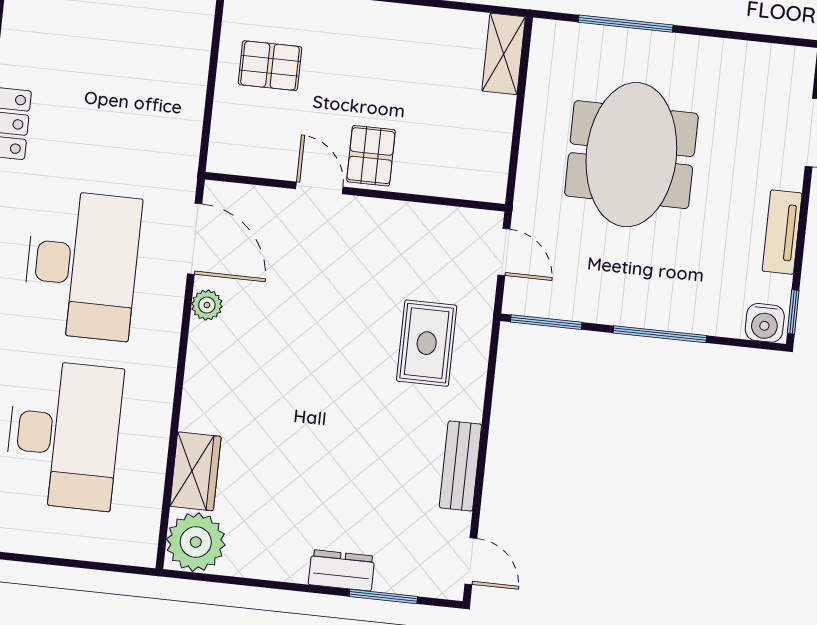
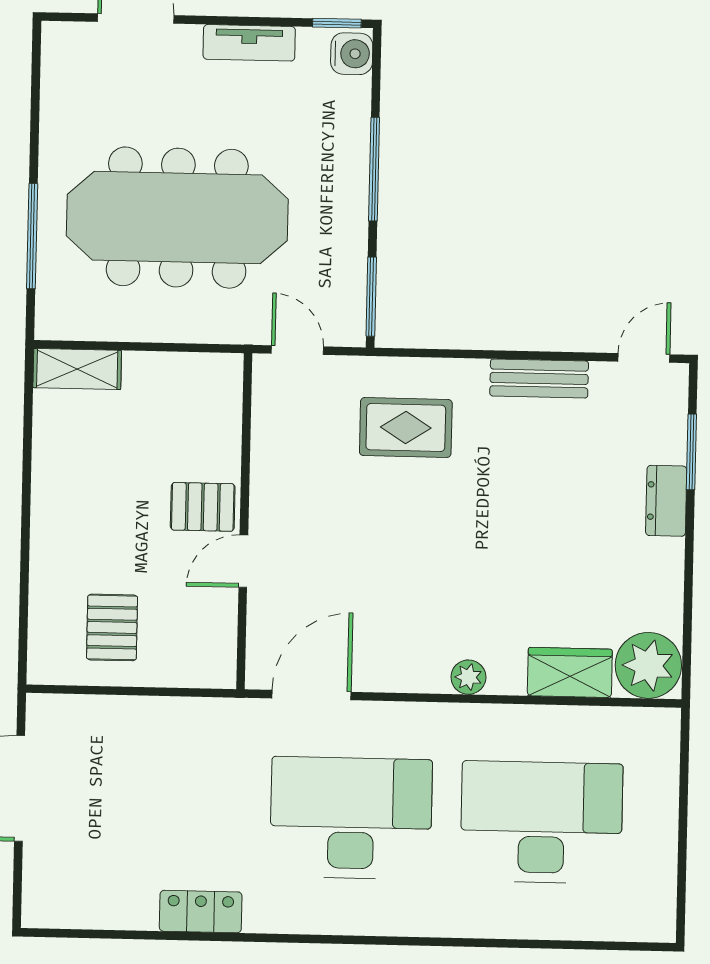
meeting table: (631, 155) -> (177, 218), width x1.36
door: (504, 252) -> (297, 350), hinge flipped
plant: (207, 305) -> (468, 677), moved

